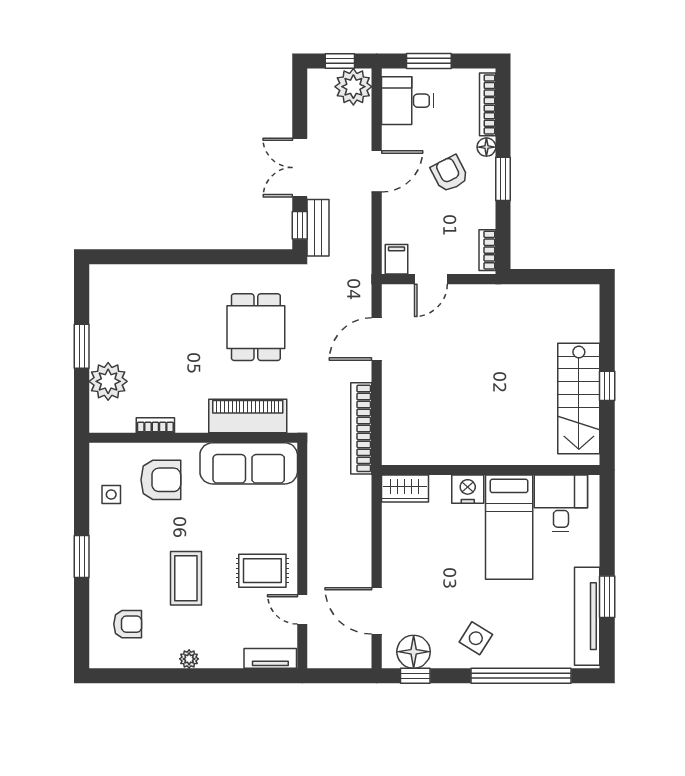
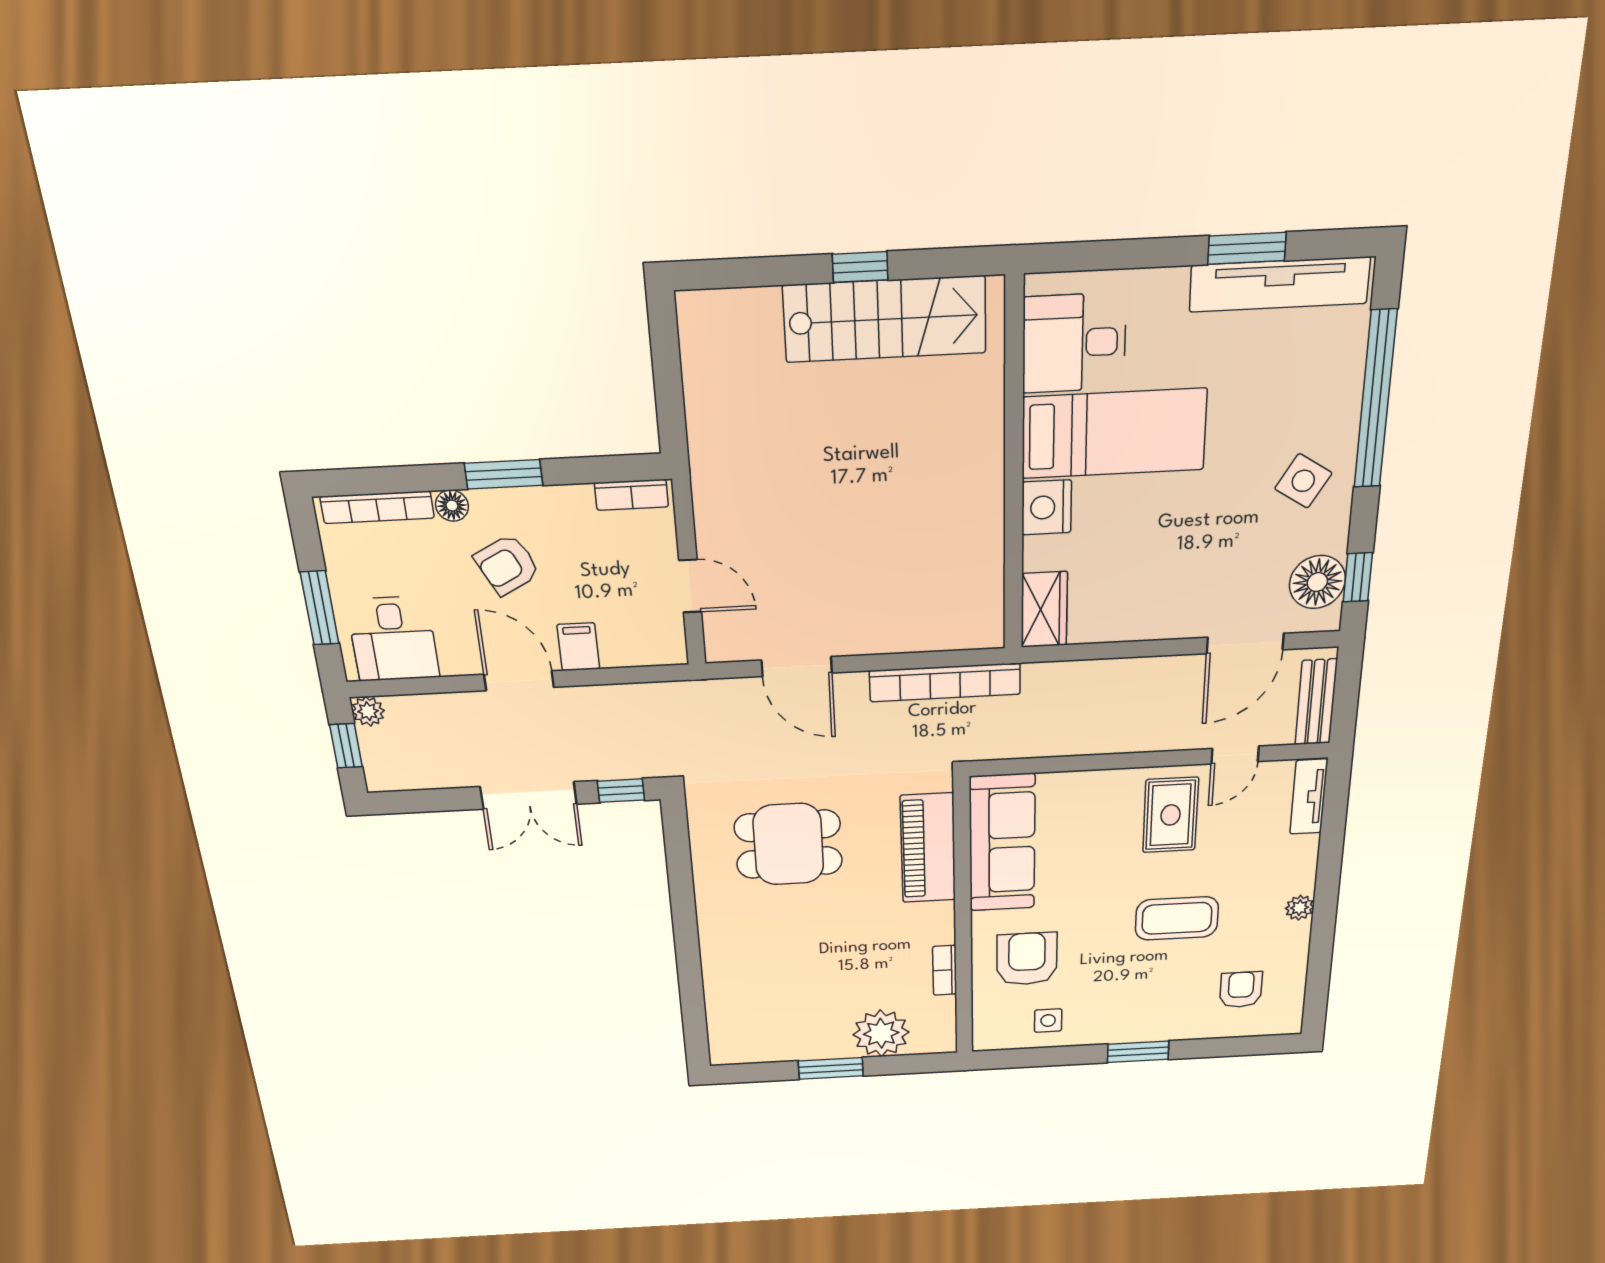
plant: (353, 87) -> (368, 711), width x0.53, depth x0.53
bench: (318, 228) -> (1316, 702), moved, turned 90
filing cabinet: (396, 259) -> (578, 647), moved, turned 90

